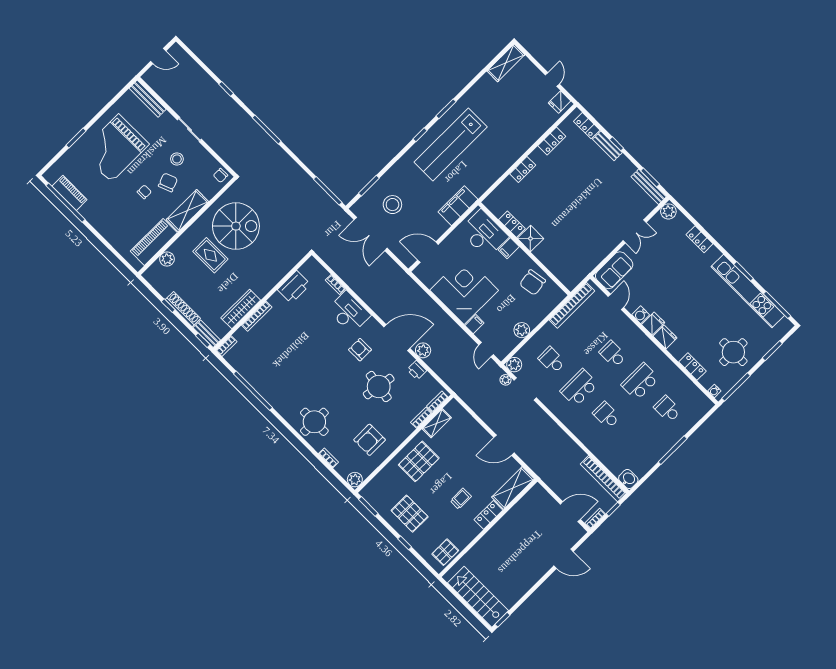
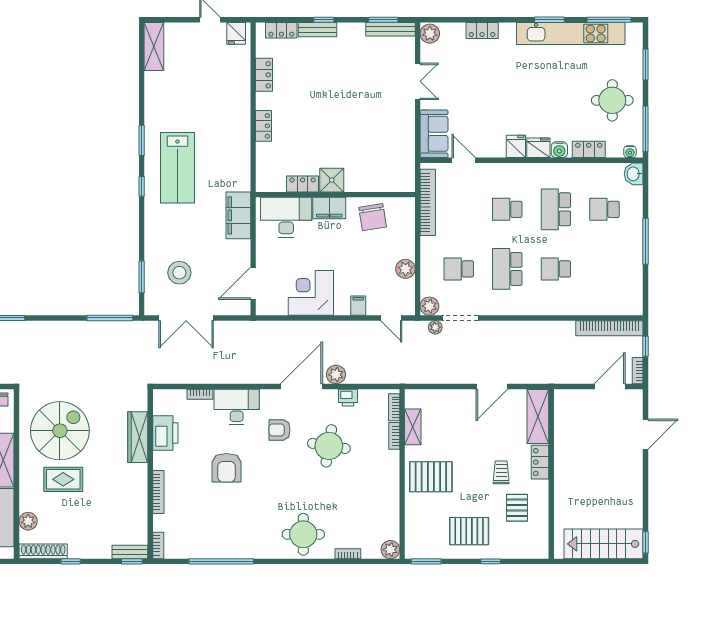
lab bench: (451, 144) -> (177, 168), width x0.73
filing cabinet: (509, 248) -> (329, 208), width x2.00
corner desk: (464, 290) -> (311, 293), width x0.74, depth x0.74
shoe rack: (183, 309) -> (43, 551), moved
wardrobe: (241, 309) -> (138, 437), moved
water cooler: (641, 315) -> (559, 150), moved
armchair: (370, 440) -> (227, 468), moved
pallet: (419, 461) -> (431, 477), turned 90
washbasin: (628, 479) -> (634, 174), moved, turned -90
pallet: (445, 552) -> (517, 508), moved

